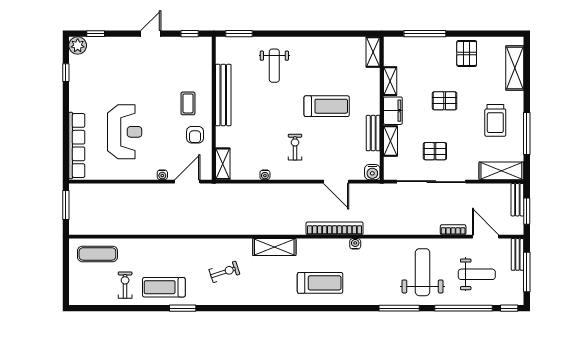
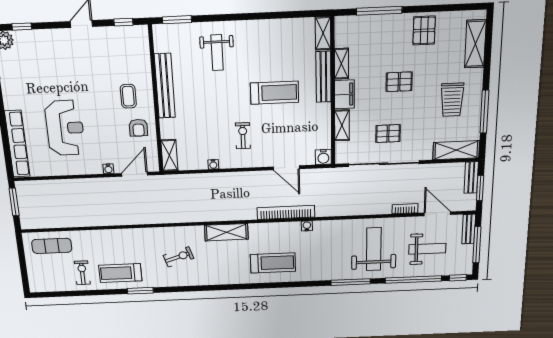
bench: (373, 133) -> (323, 77), moved, width x1.36

